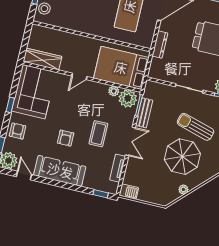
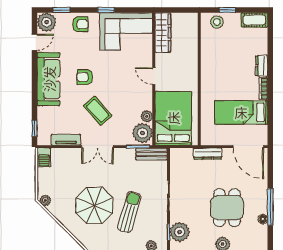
bench: (144, 113) -> (151, 154), moved
coffee table: (98, 134) -> (98, 111), turned 48
plant: (183, 190) -> (45, 200), moved

